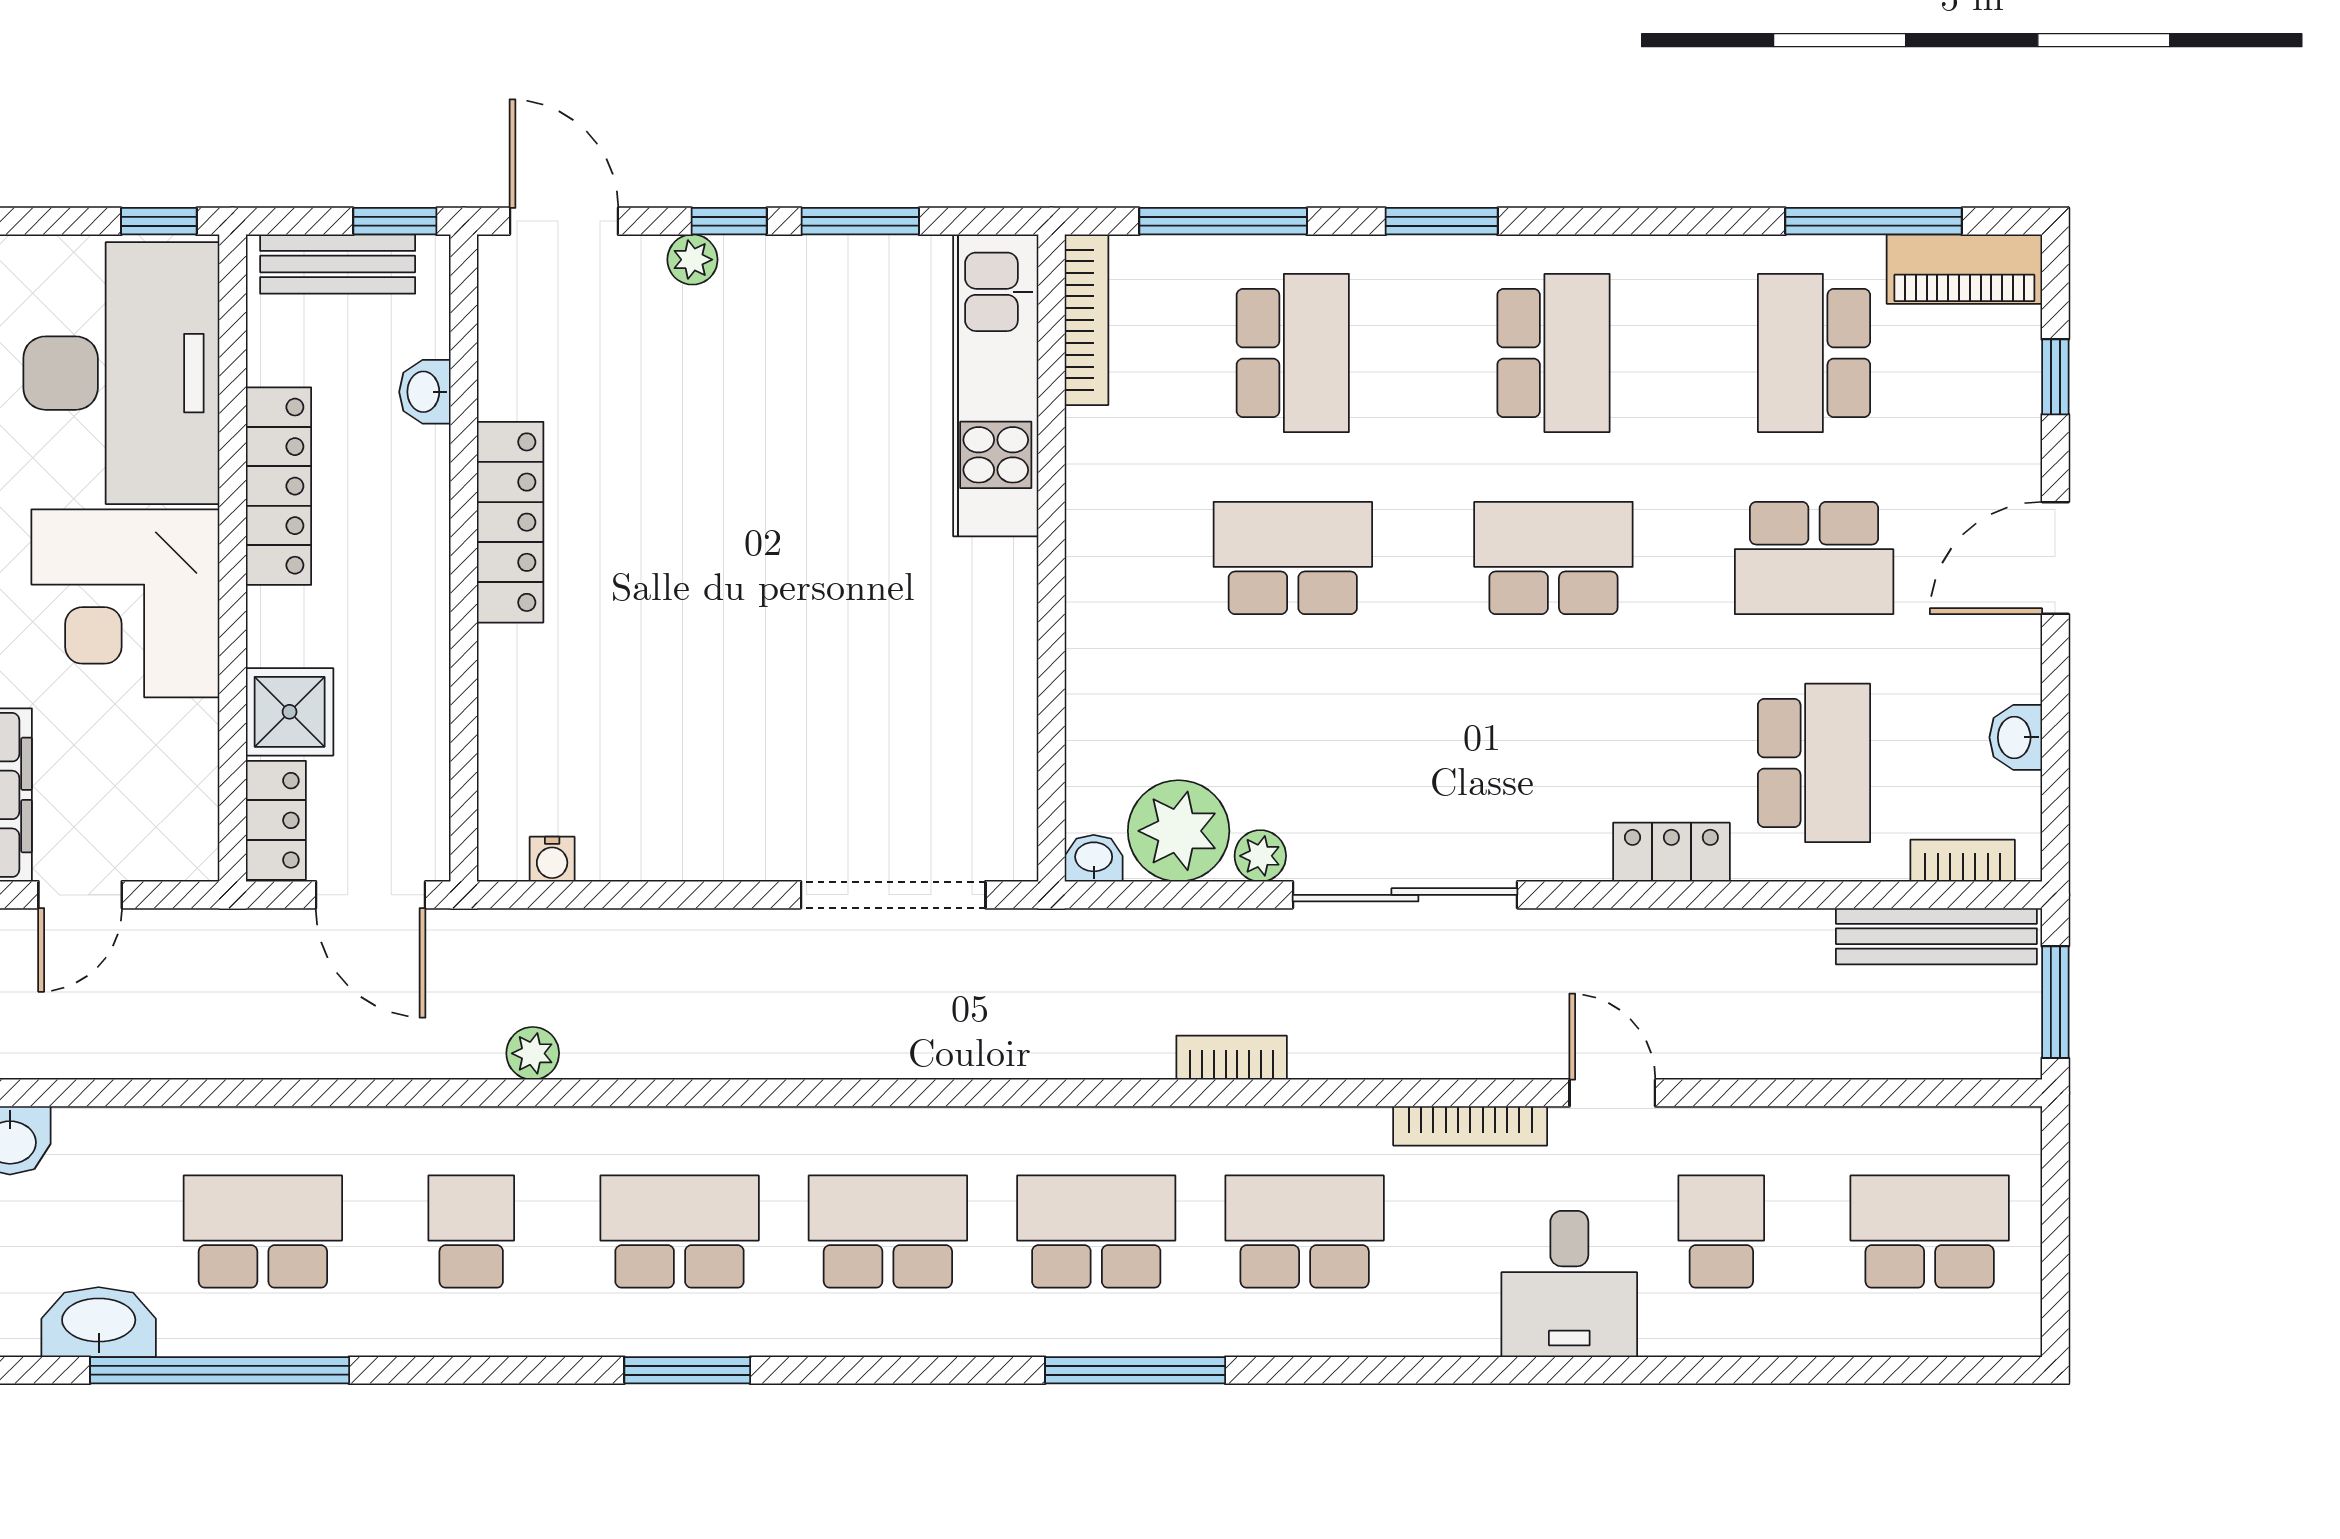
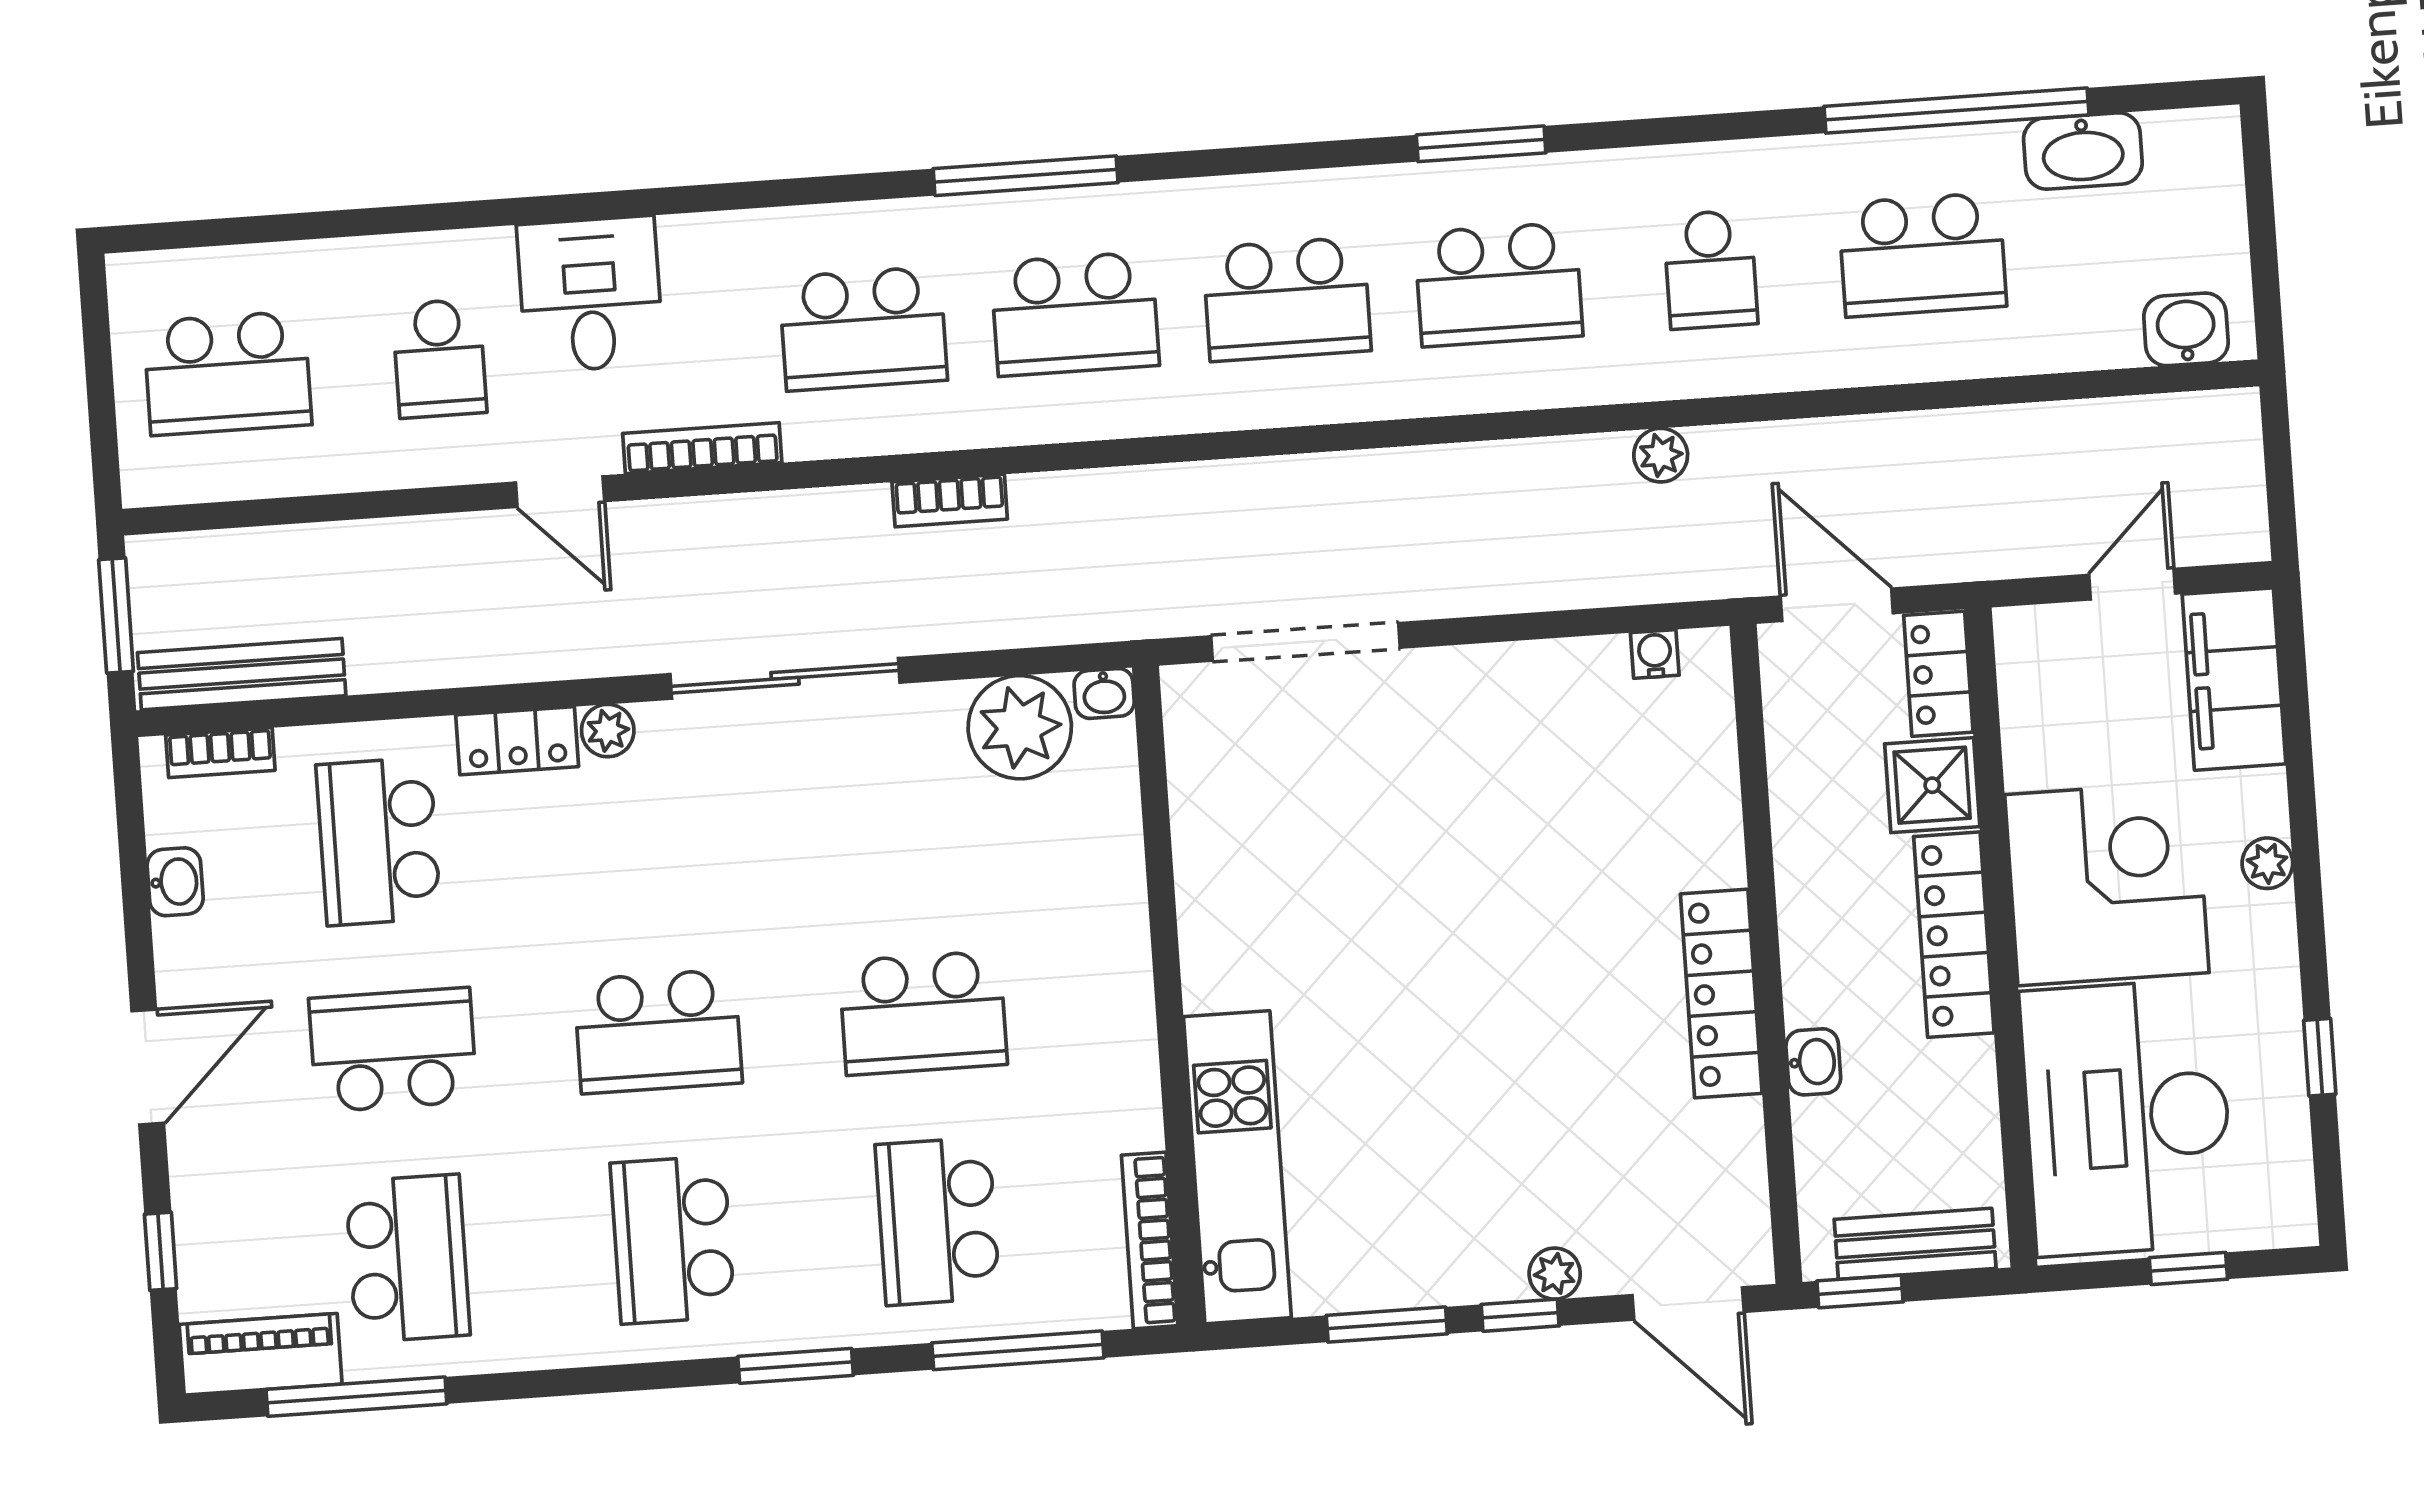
window: (159, 221) -> (2188, 1268), moved
washbasin: (425, 392) -> (1813, 1062), moved
locker: (279, 486) -> (1954, 935), moved
plant: (1260, 856) -> (608, 731), moved

